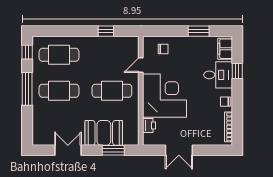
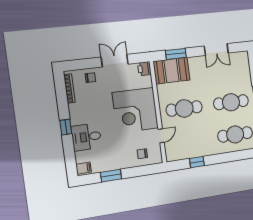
filing cabinet: (225, 49) -> (84, 168), width x0.50
window: (237, 71) -> (66, 127), moved
chair: (225, 102) -> (90, 78), moved
printer: (149, 126) -> (144, 69), moved
booth: (104, 133) -> (172, 71), moved

